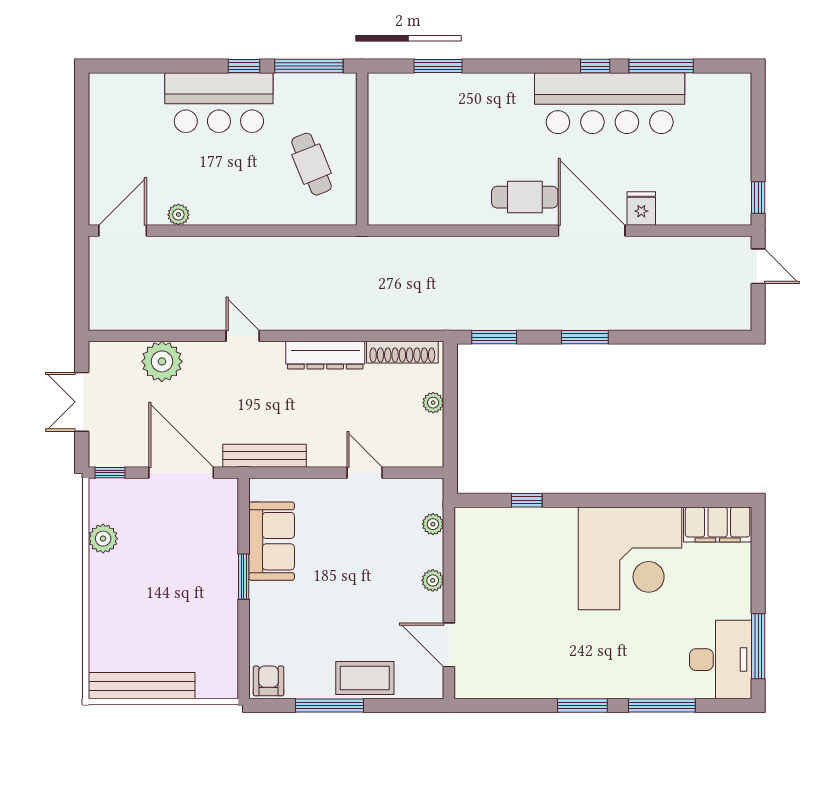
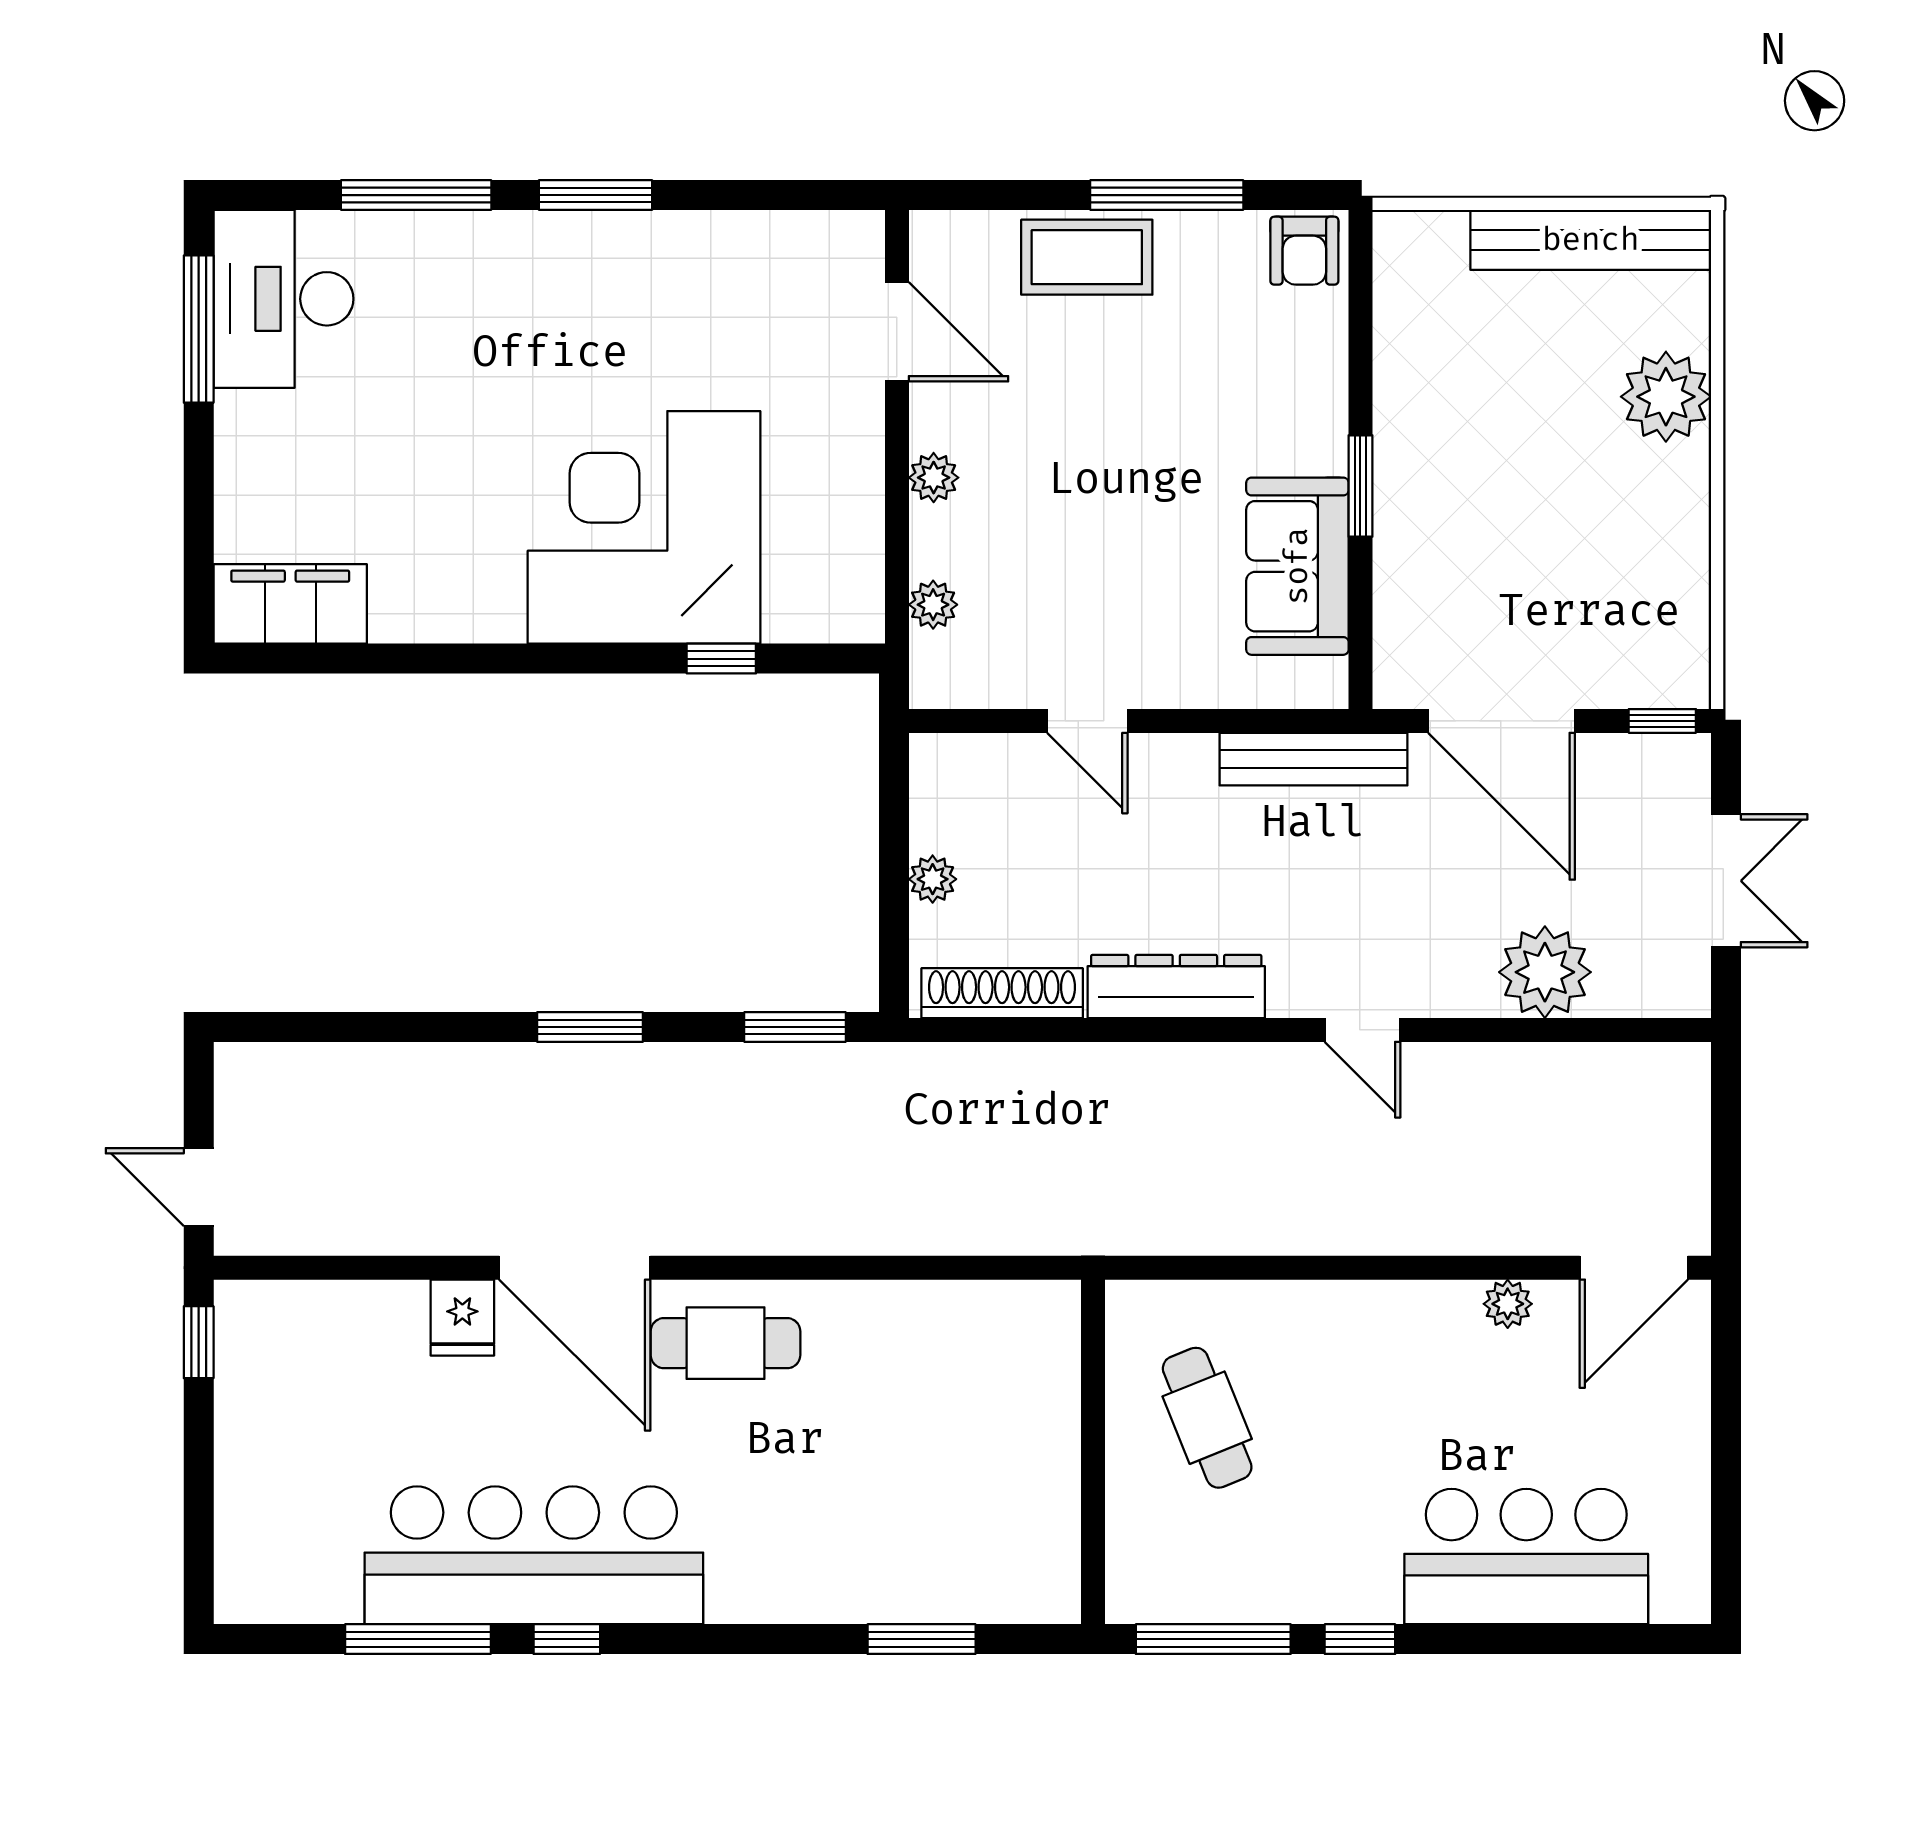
bar counter: (219, 103) -> (1526, 1557), moved
plant: (103, 539) -> (1666, 397), moved, width x1.36, depth x1.36
corner desk: (630, 558) -> (644, 527), moved

